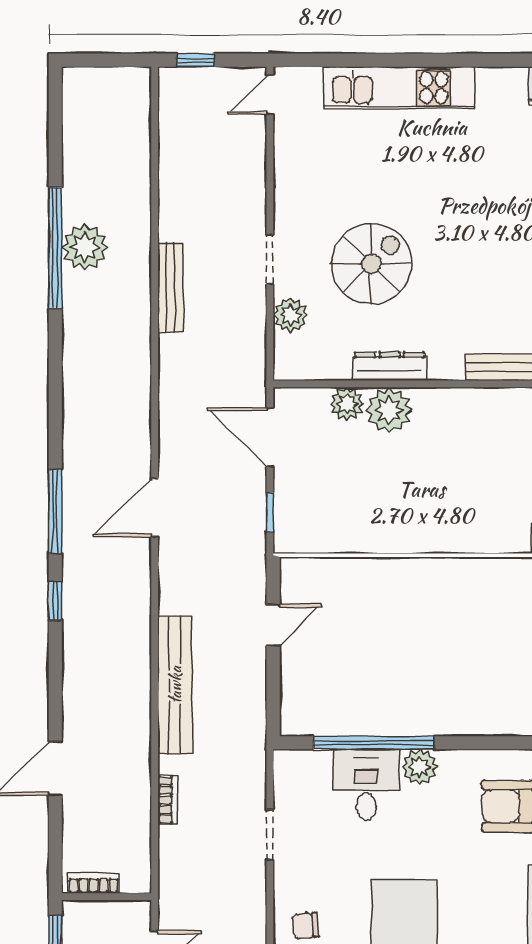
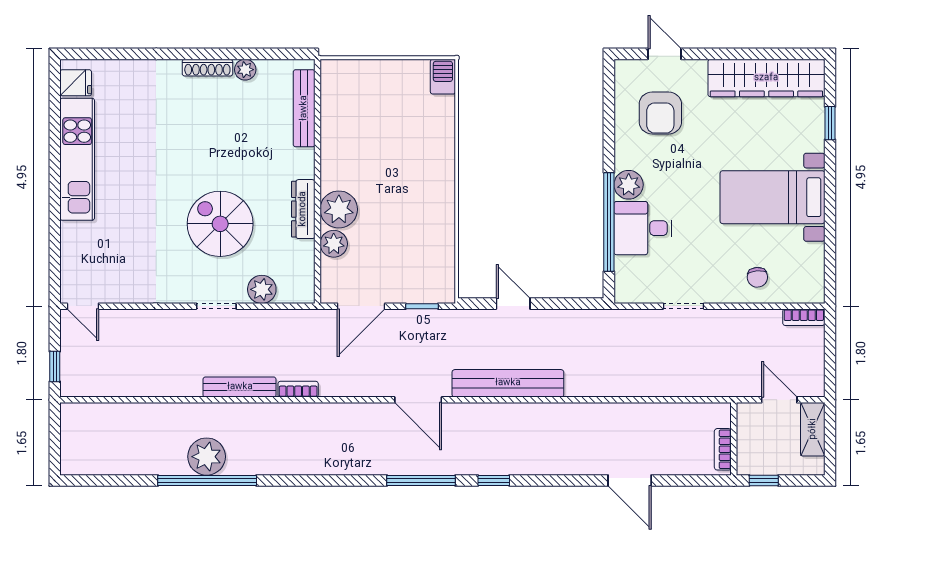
kitchen unit: (399, 88) -> (77, 159), moved
bench: (175, 685) -> (508, 383), moved
bookcase: (168, 800) -> (298, 389), moved

